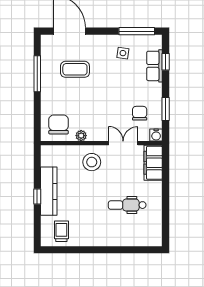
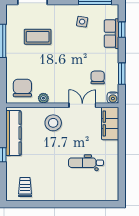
kitchen counter: (49, 191) -> (13, 133), moved

